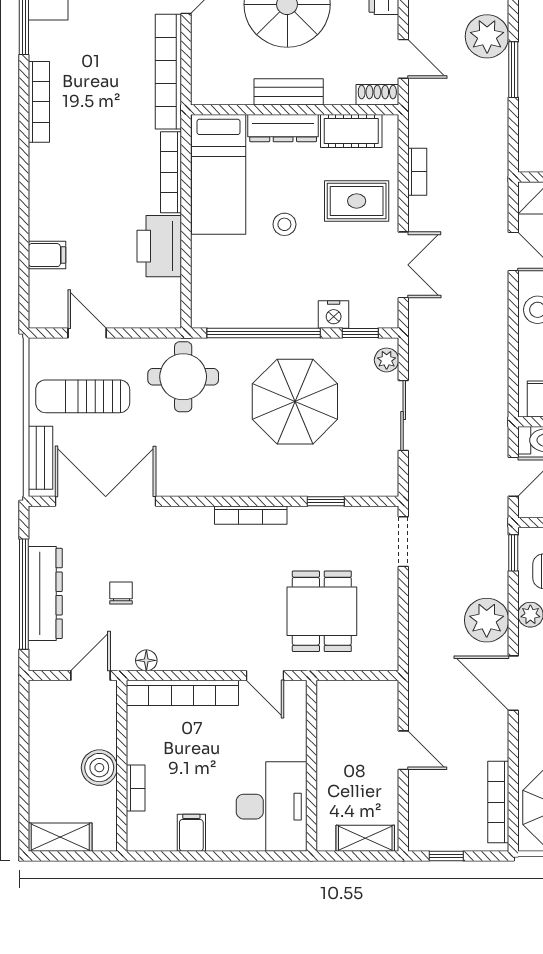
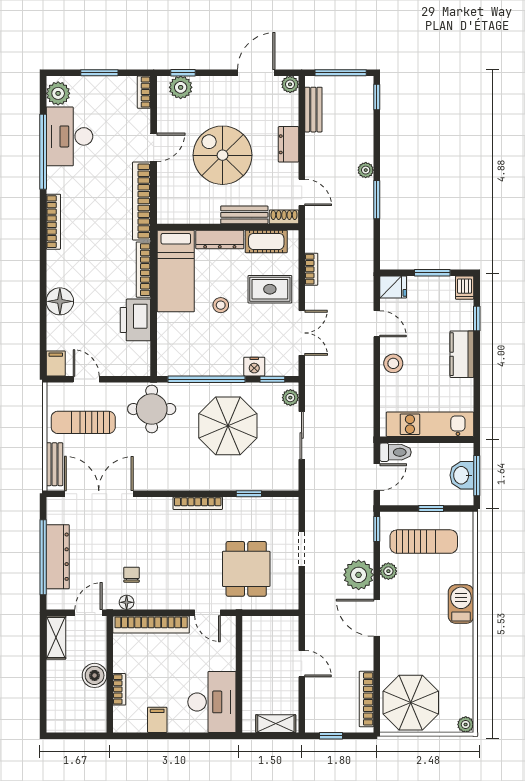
plant: (487, 36) -> (366, 170), width x0.53, depth x0.53
bench: (289, 92) -> (244, 215), moved
floor lamp: (48, 219) -> (60, 301), added
filing cabinet: (47, 255) -> (56, 363), moved, turned -90
doorway: (403, 542) -> (302, 549), moved
chair: (121, 593) -> (132, 575), moved
shelving: (60, 837) -> (56, 637), moved, turned 90

